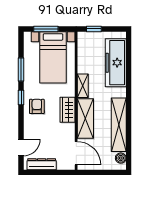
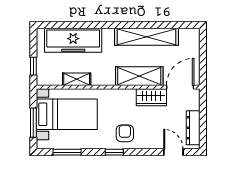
window: (21, 69) -> (67, 152), moved
shelving: (83, 86) -> (77, 79), moved
armchair: (37, 106) -> (125, 133), turned 90
wardrobe: (67, 110) -> (151, 97), moved
boiler: (121, 158) -> (186, 34), removed

